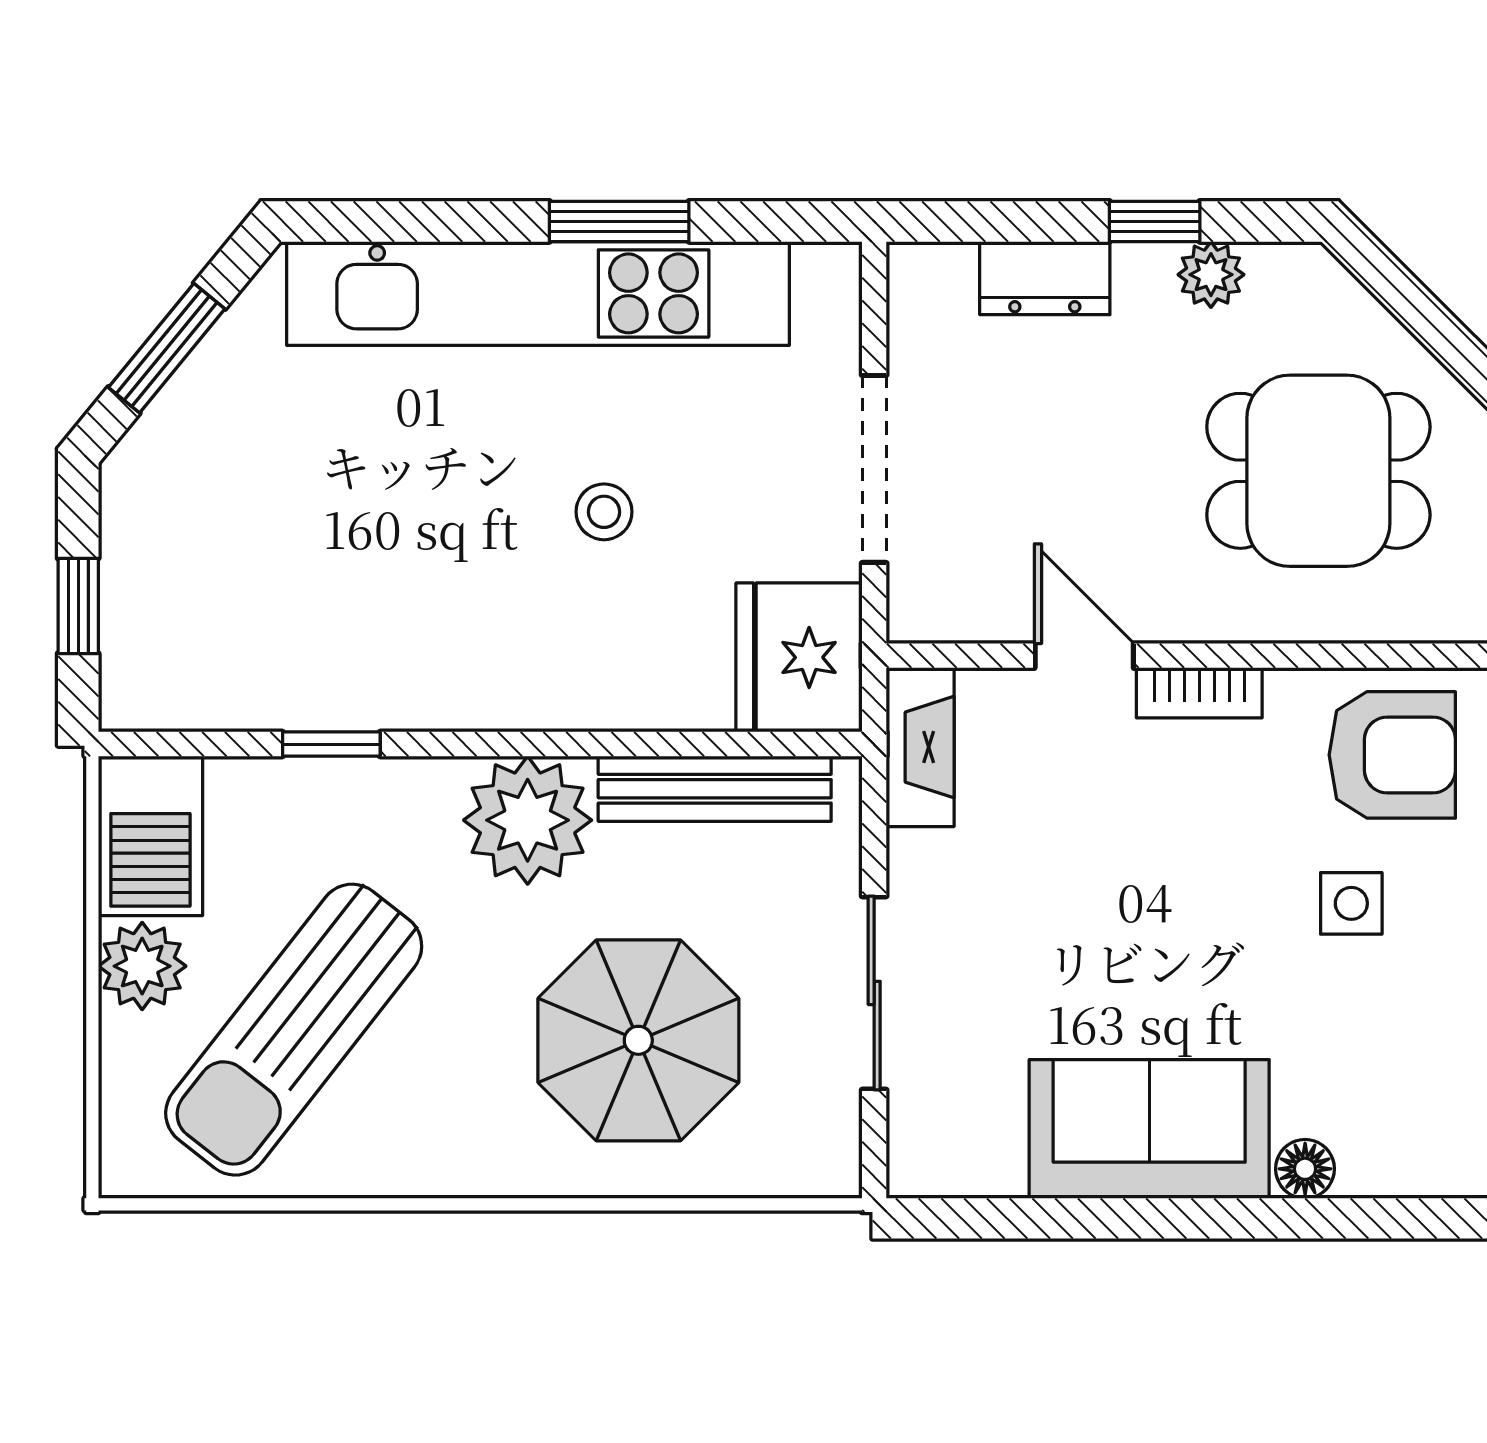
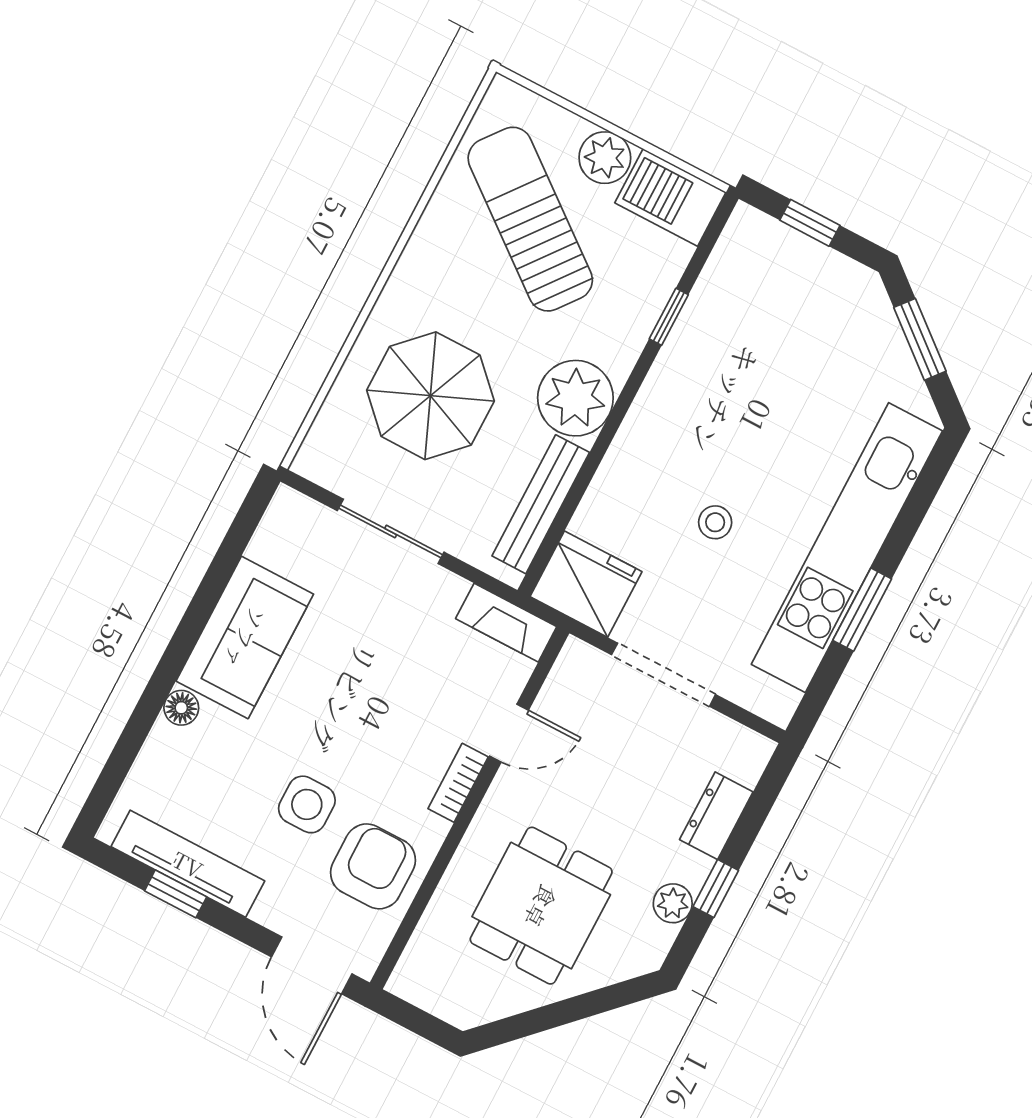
armchair: (1392, 755) -> (373, 866), turned 180
side table: (1351, 903) -> (307, 804), width x1.37, depth x1.37

